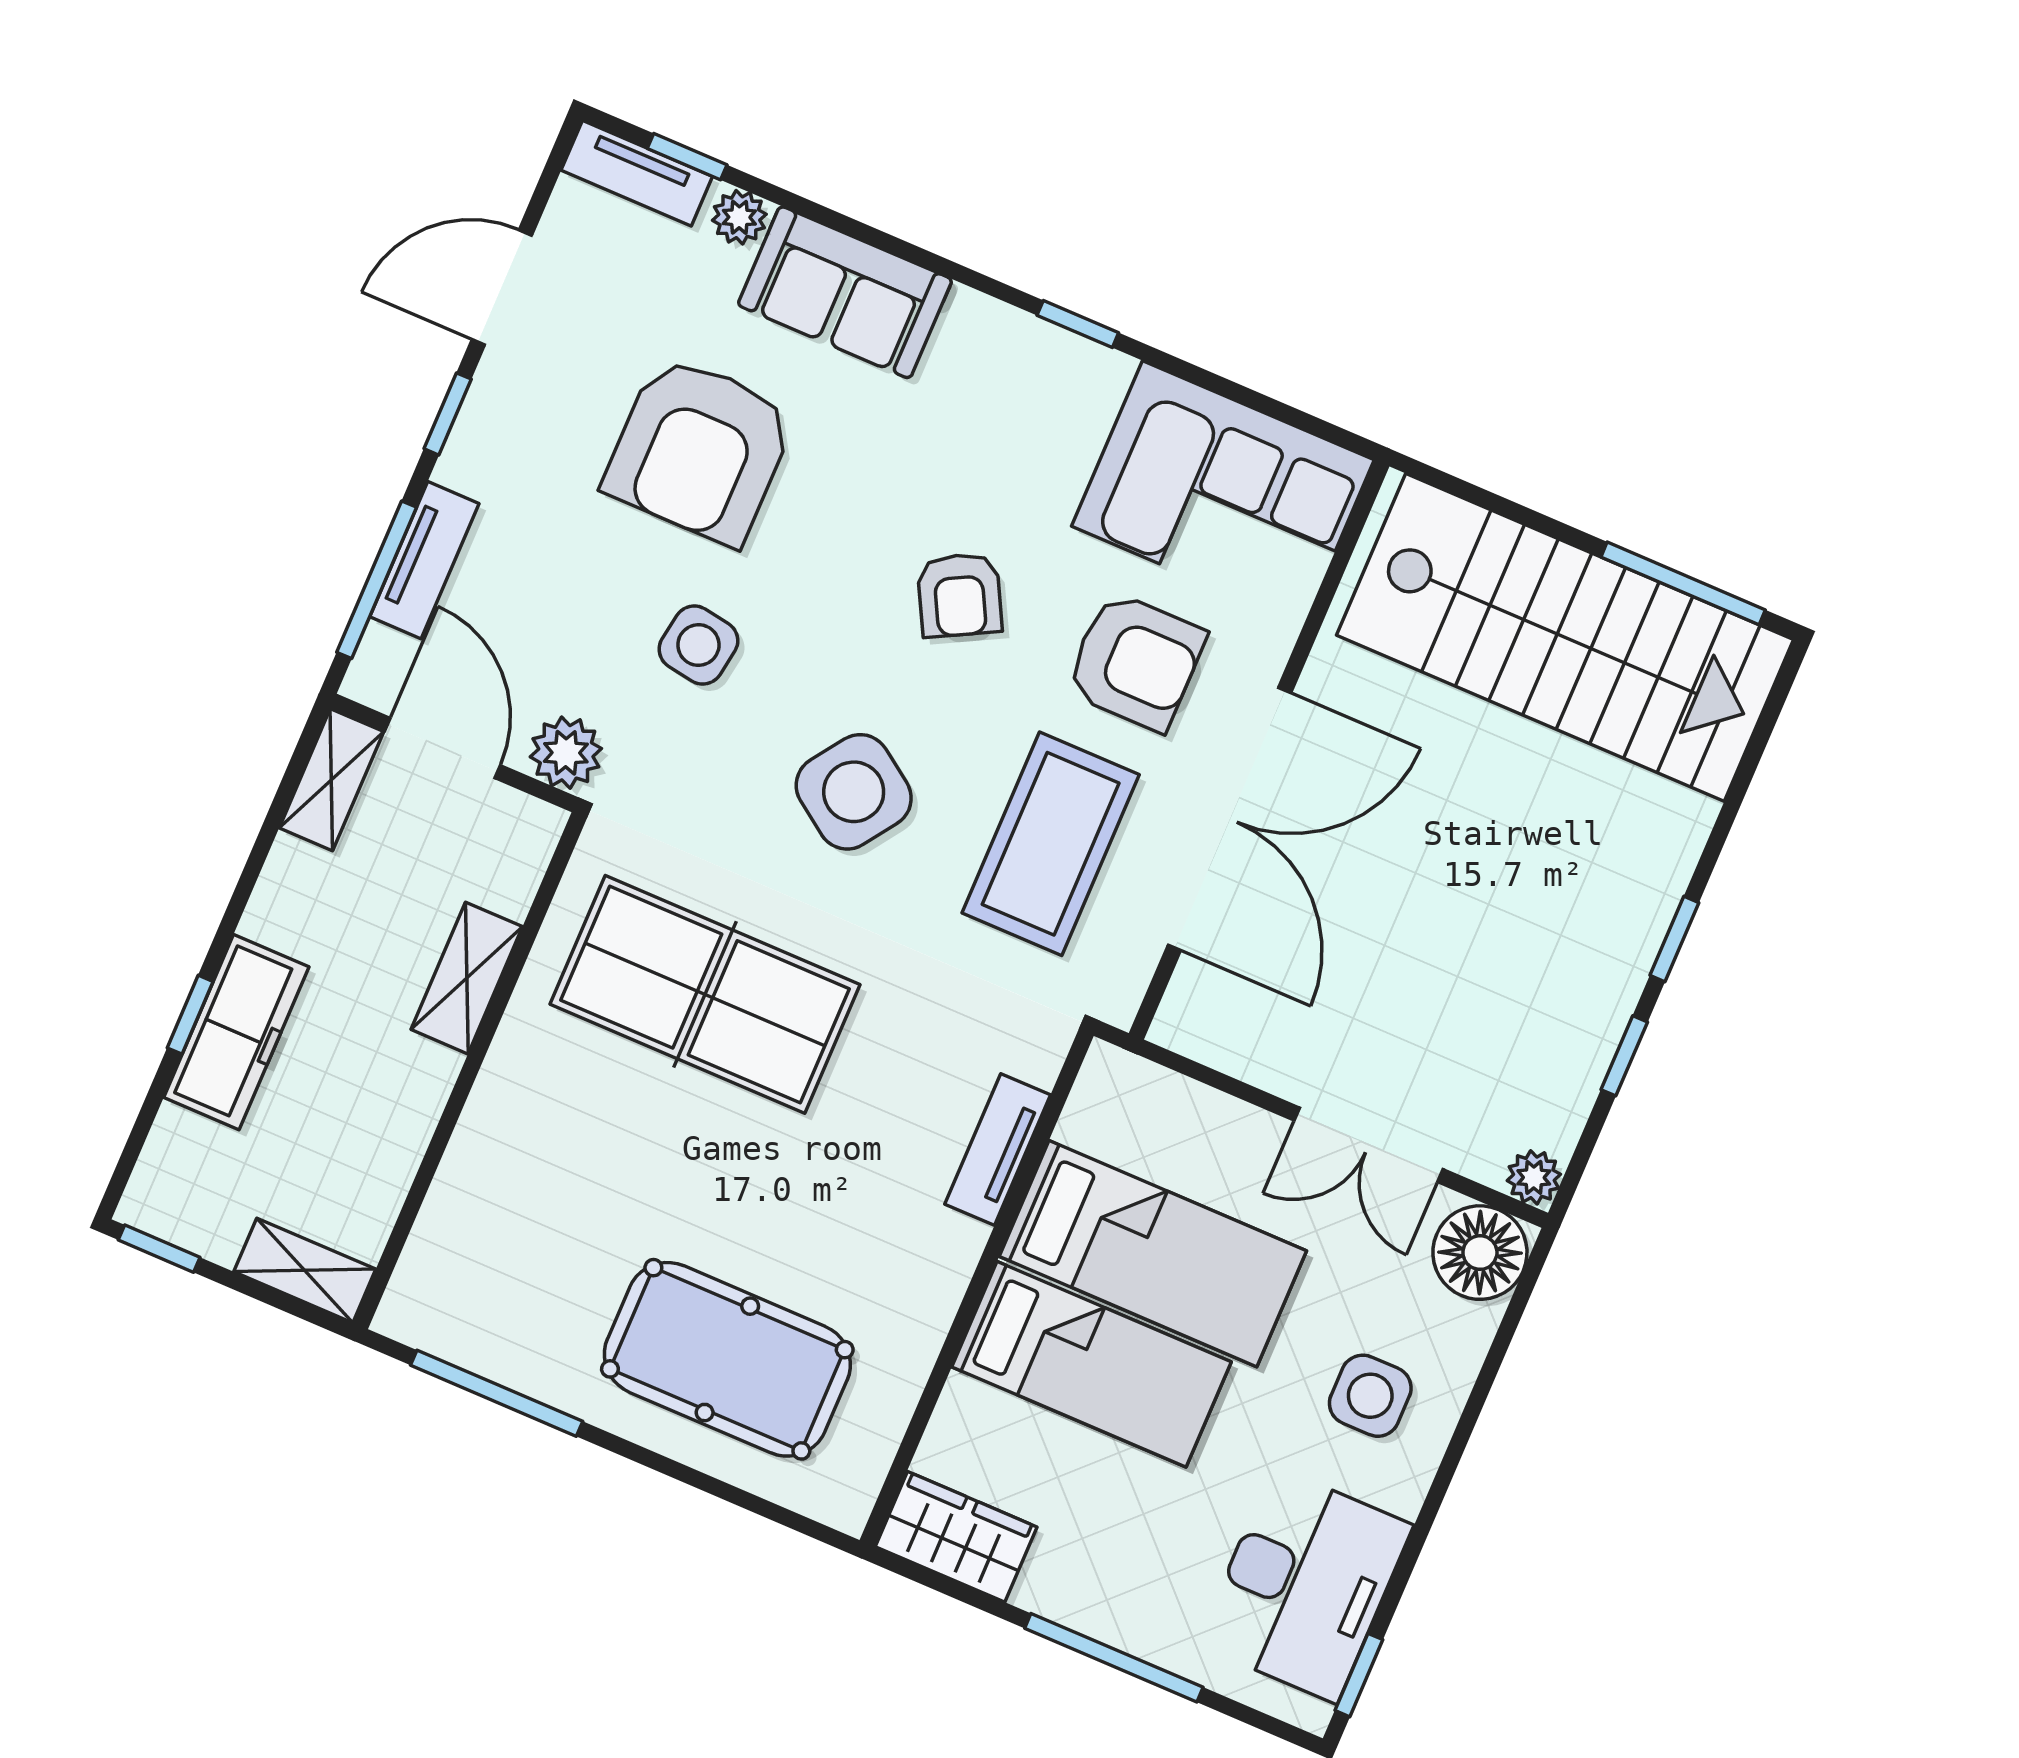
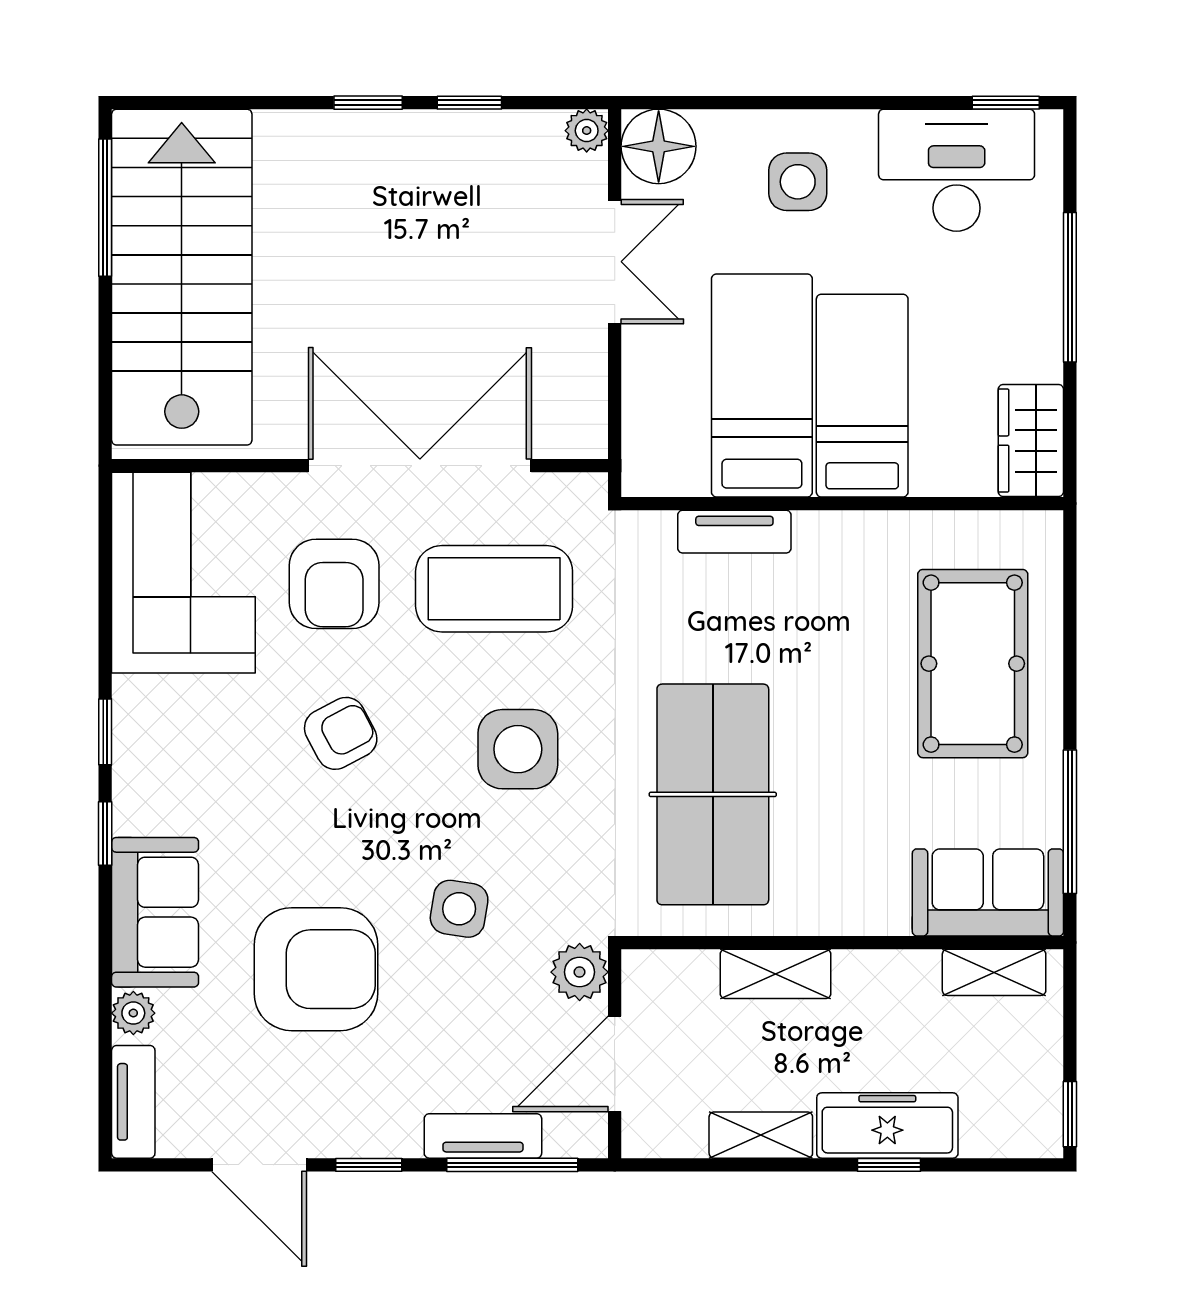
window: (687, 157) -> (105, 834), moved
armchair: (1135, 662) -> (334, 584), turned 180
shelving: (331, 780) -> (761, 1135), moved
side table: (854, 792) -> (518, 749), turned -35
sofa: (456, 1264) -> (988, 892), added
shelving: (305, 1270) -> (994, 972), moved, turned 90

